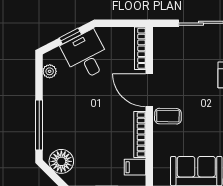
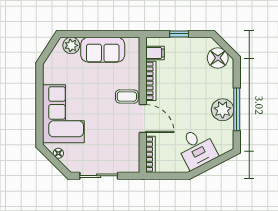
window: (70, 36) -> (210, 165), removed
plant: (50, 71) -> (223, 110), moved, width x1.88, depth x1.88
window: (39, 125) -> (237, 109), moved

